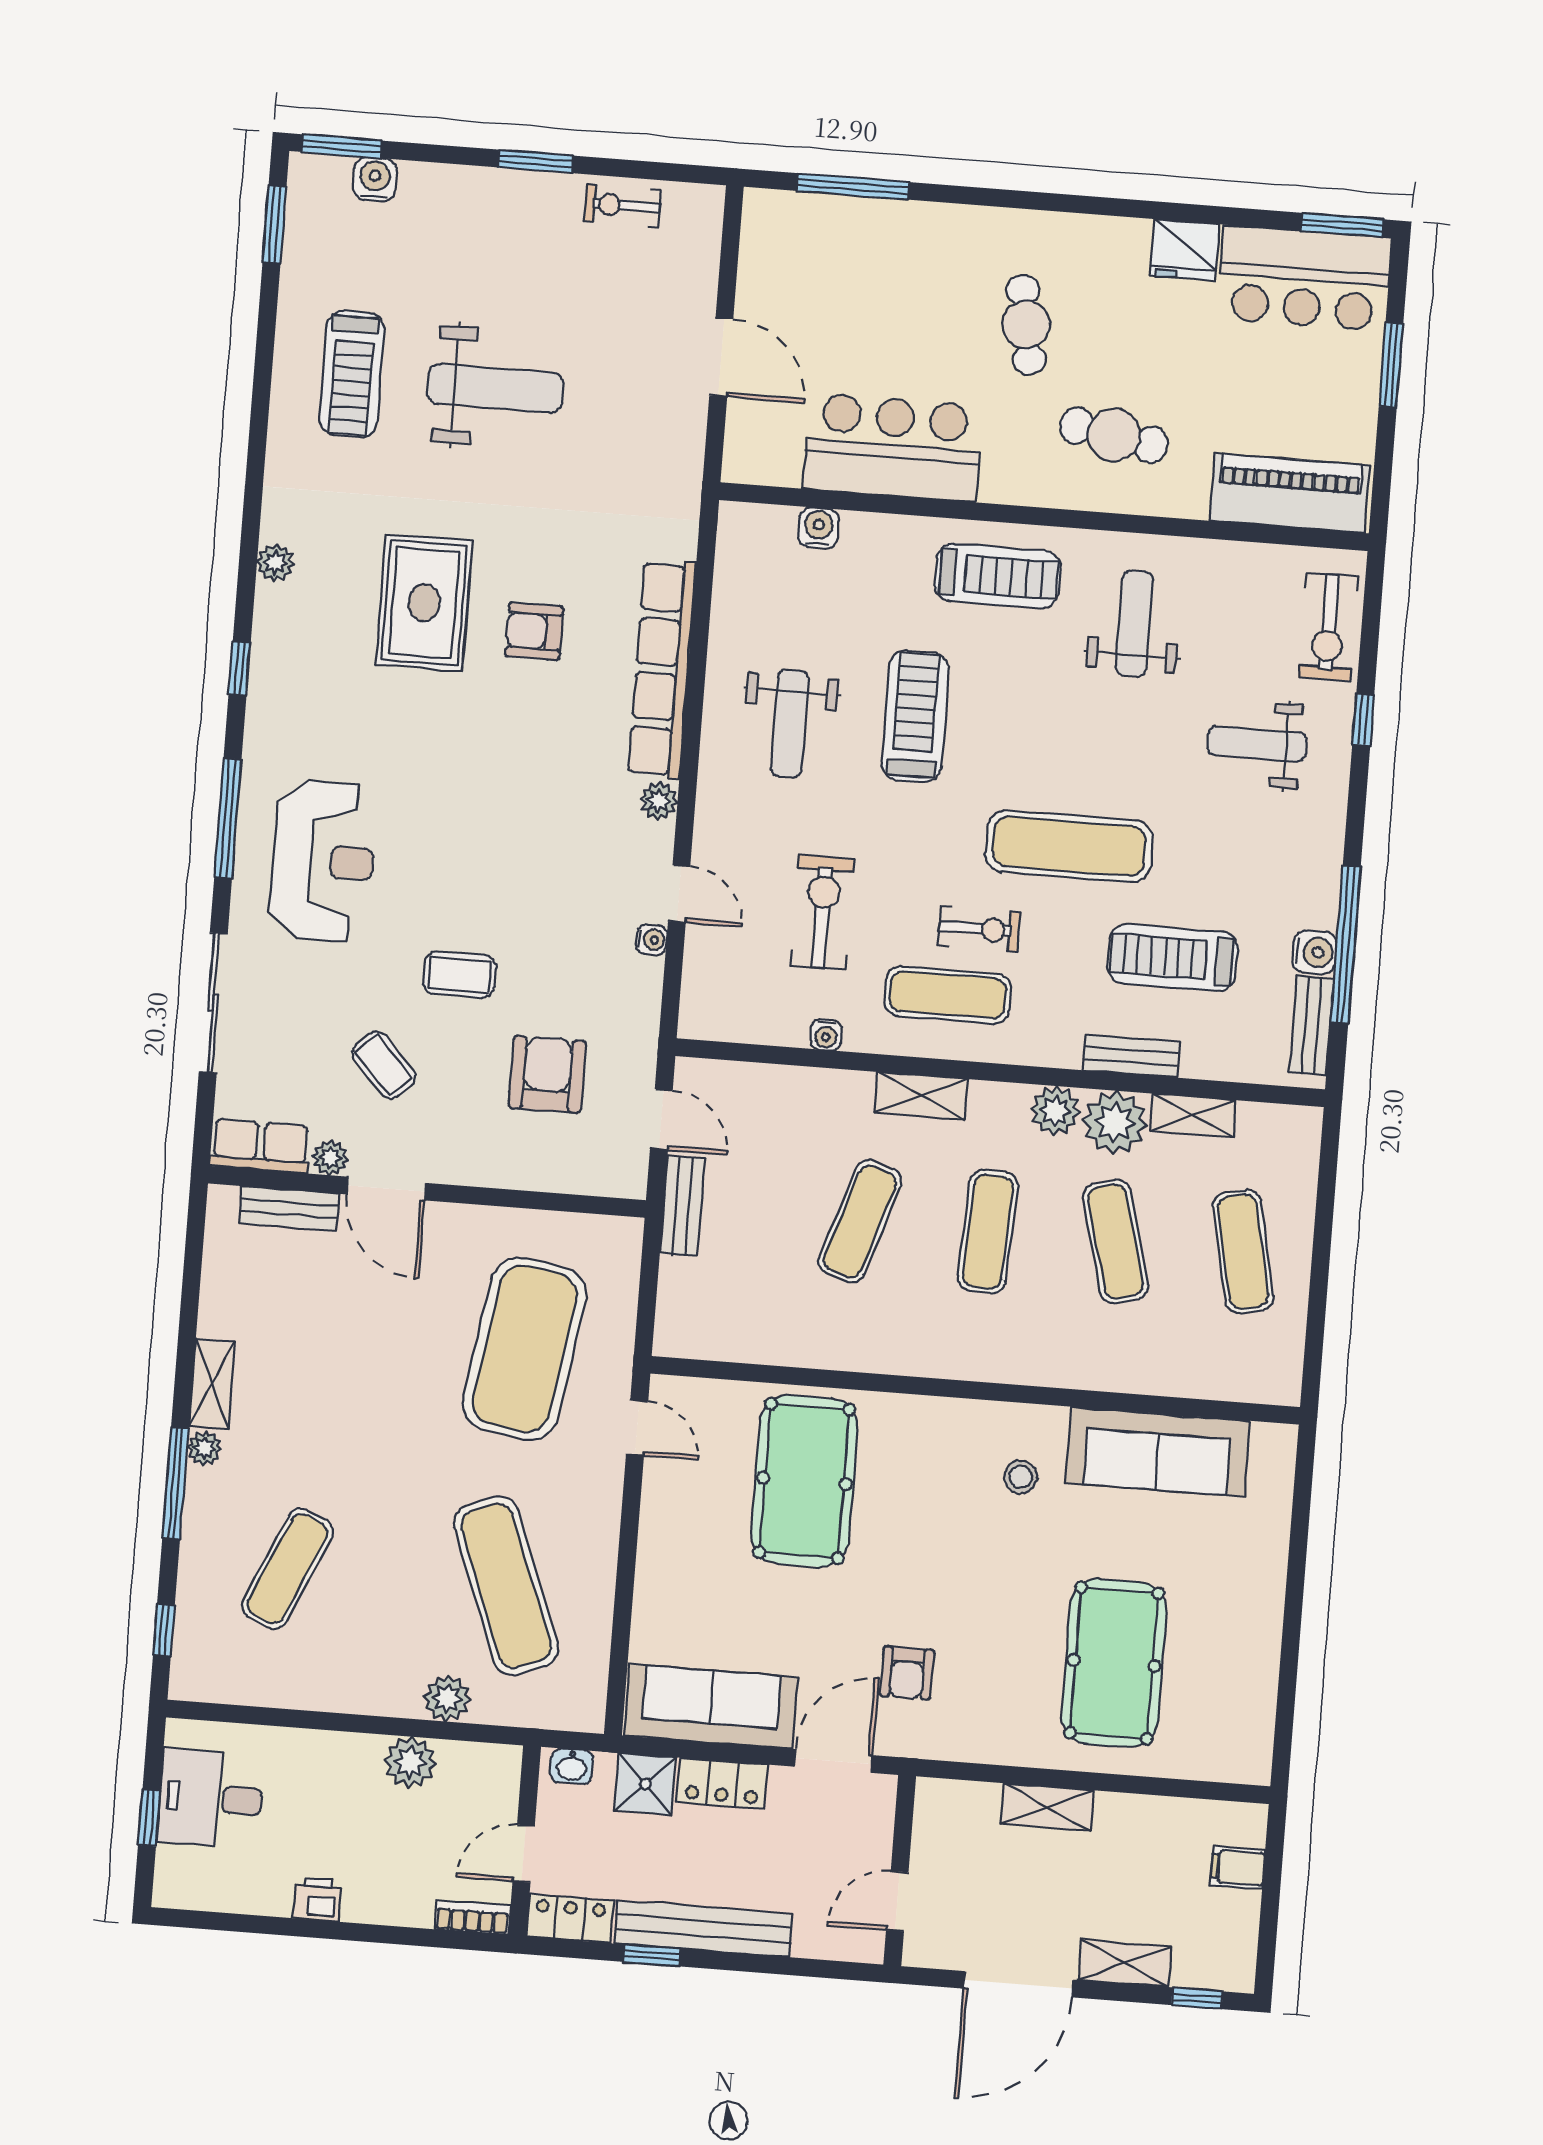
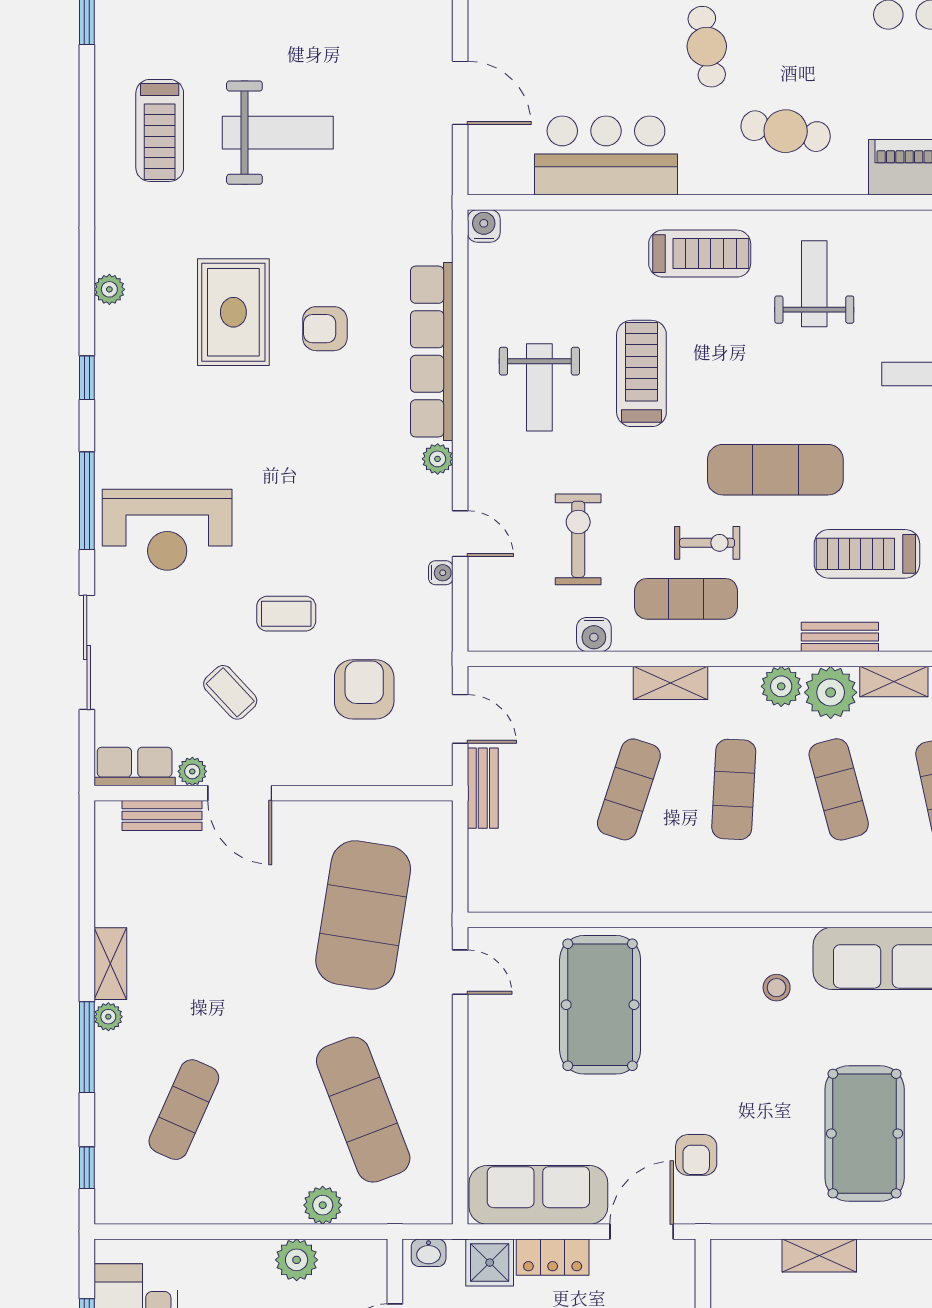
water cooler: (819, 528) -> (484, 226), moved
reception desk: (323, 861) -> (167, 530), turned 90
water cooler: (826, 1035) -> (594, 634), width x1.38, depth x1.38

